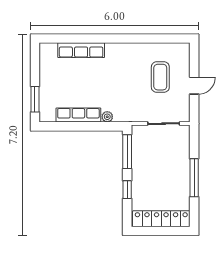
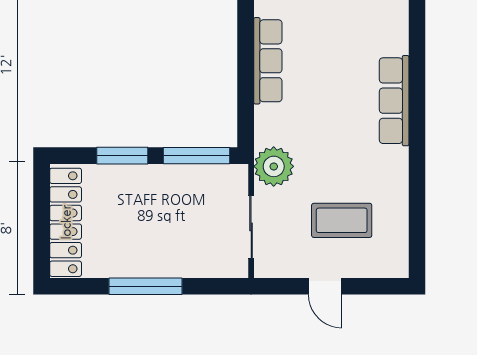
row of seats: (81, 50) -> (394, 101), moved
plant: (107, 117) -> (274, 166), moved, width x1.88, depth x1.88
window: (127, 190) -> (122, 156), width x1.50

